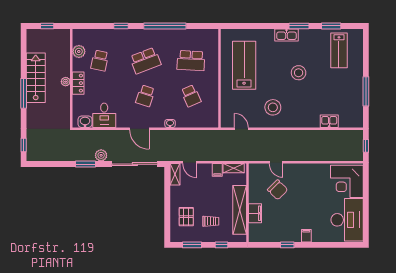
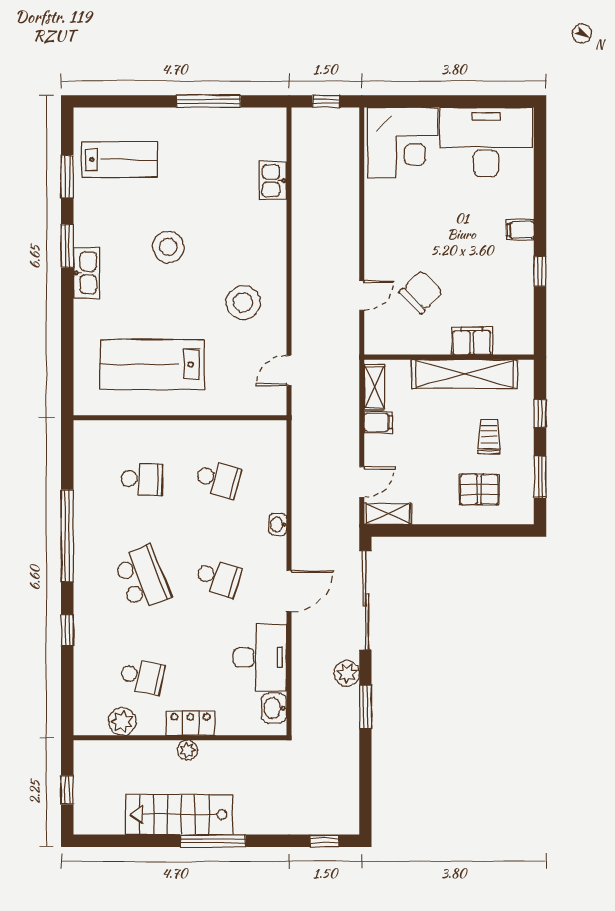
school desk: (191, 61) -> (142, 479), width x0.54
school desk: (191, 96) -> (218, 479), turned 39
desk: (104, 115) -> (260, 657), width x1.37

